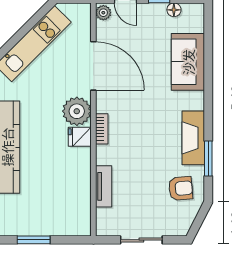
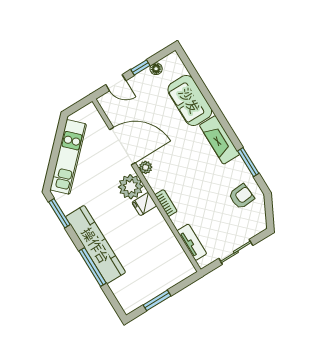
plant: (103, 13) -> (146, 167), moved
bookcase: (102, 129) -> (166, 203), moved
fireplace: (193, 138) -> (219, 140), moved
tv unit: (104, 186) -> (192, 242), moved

